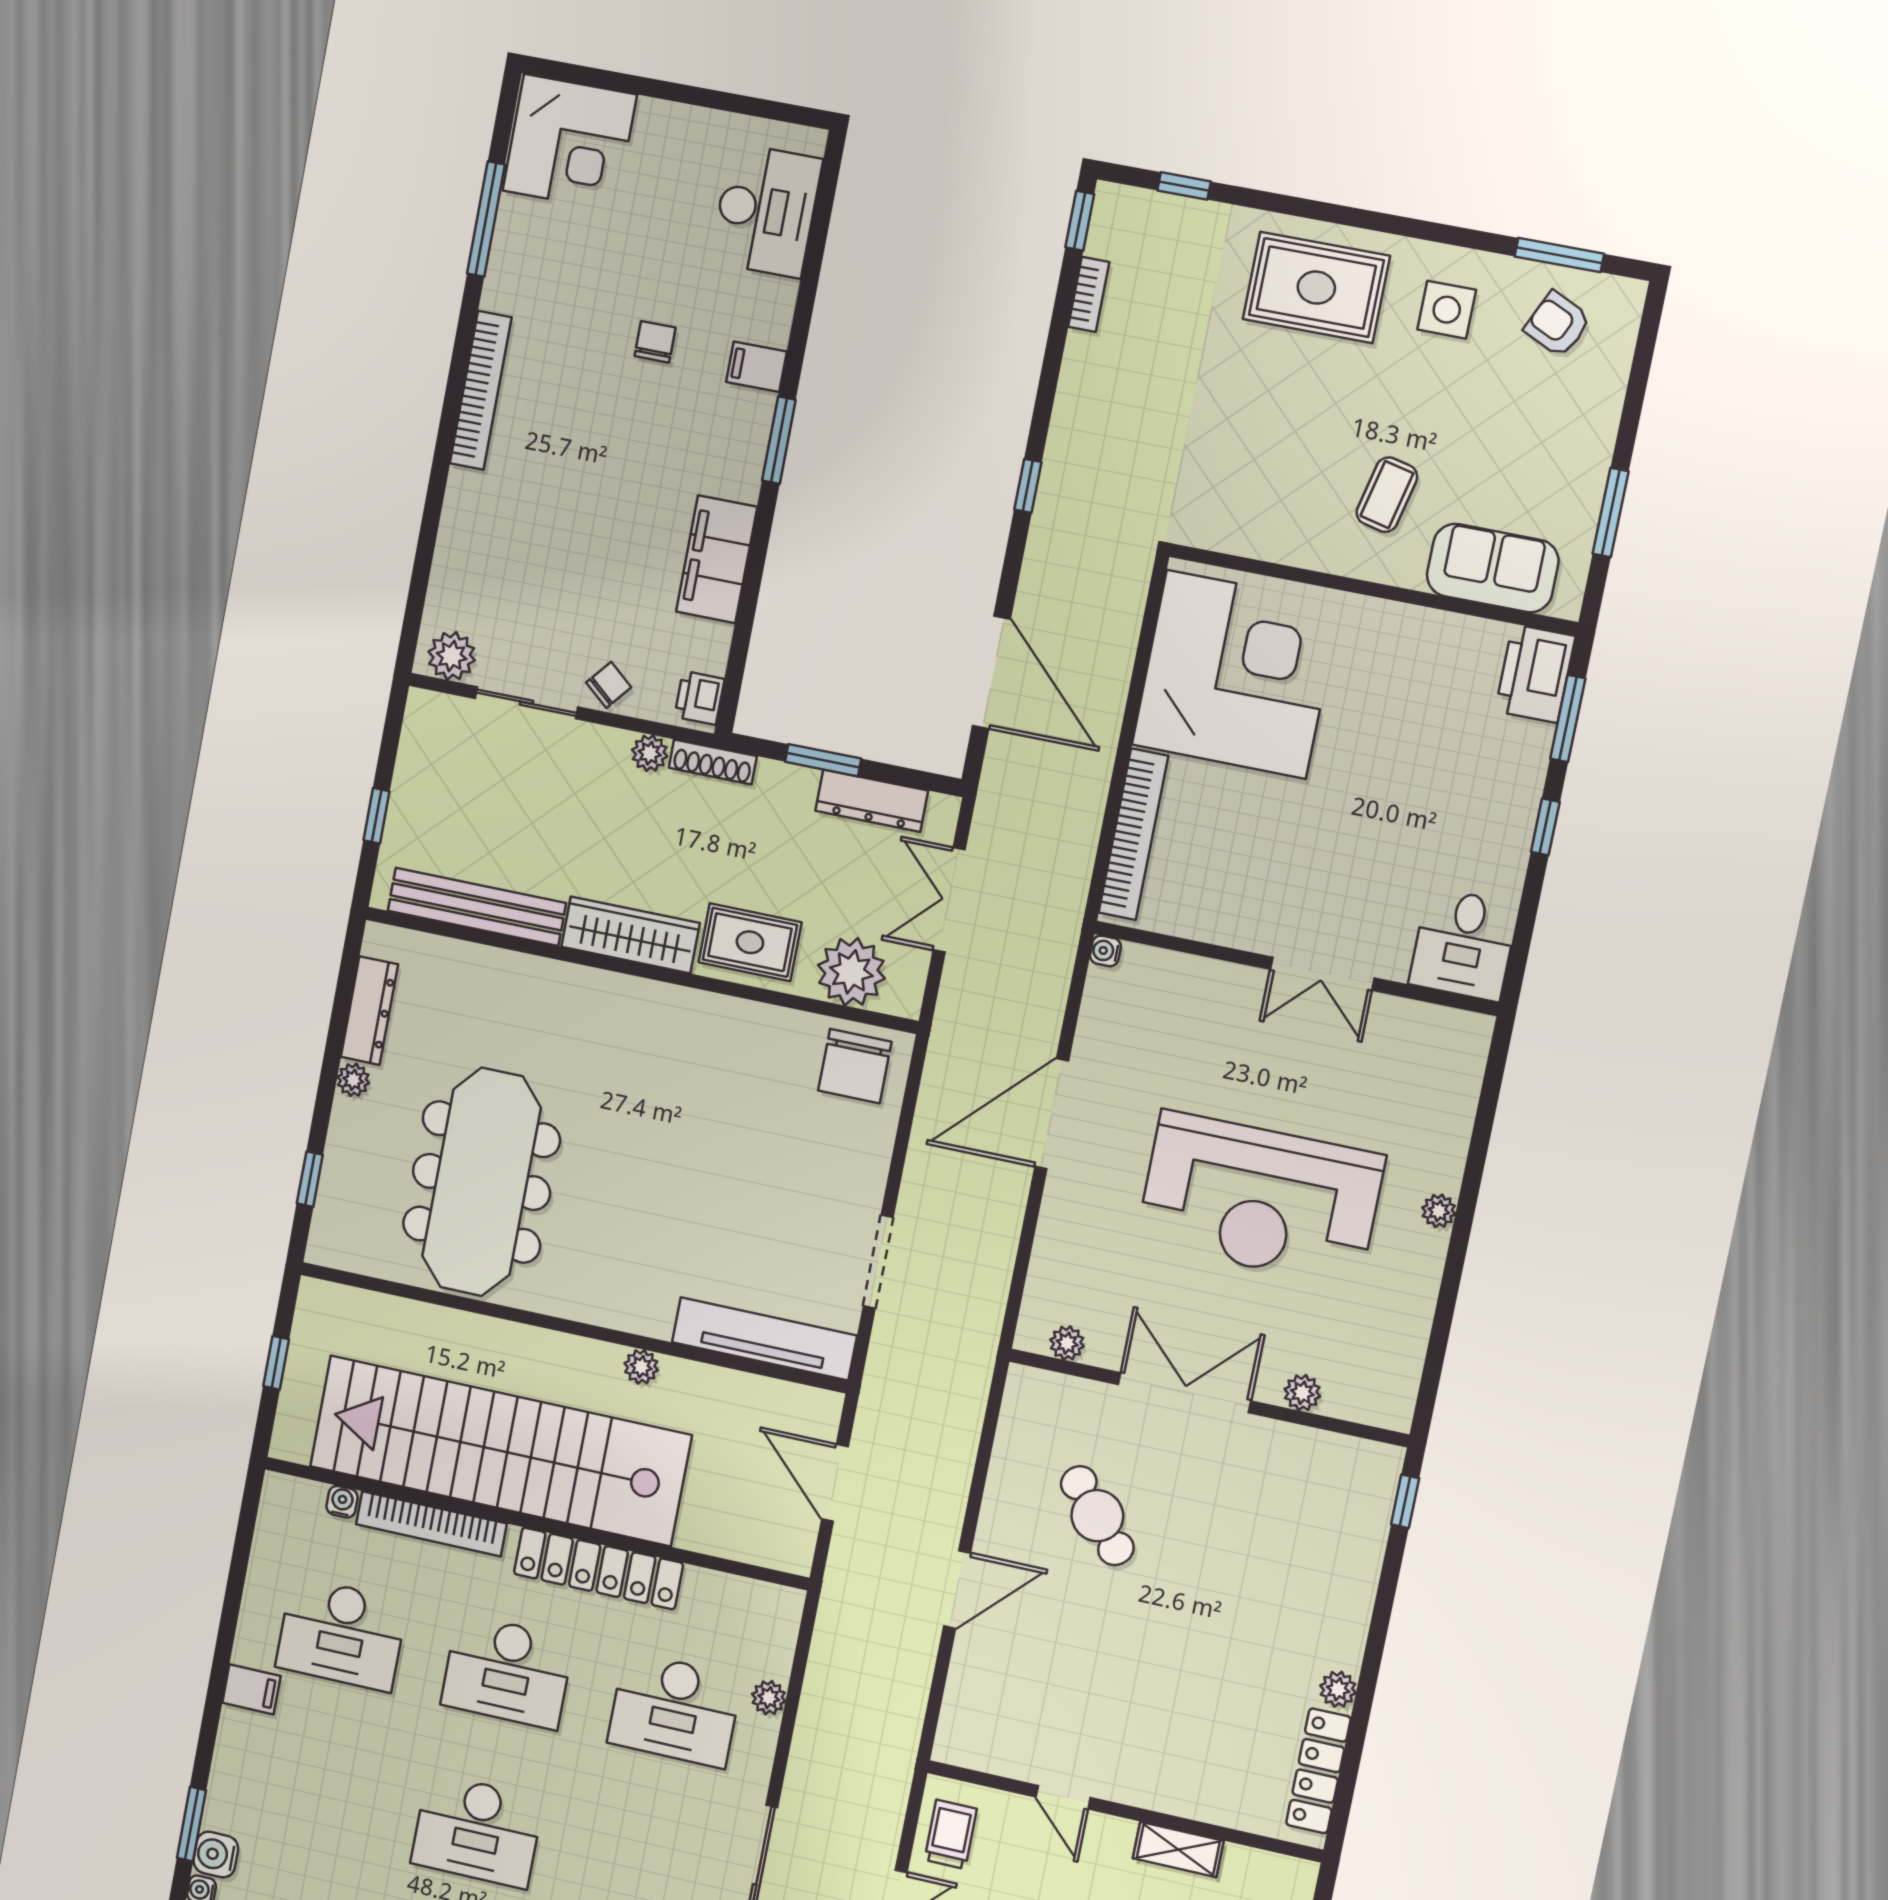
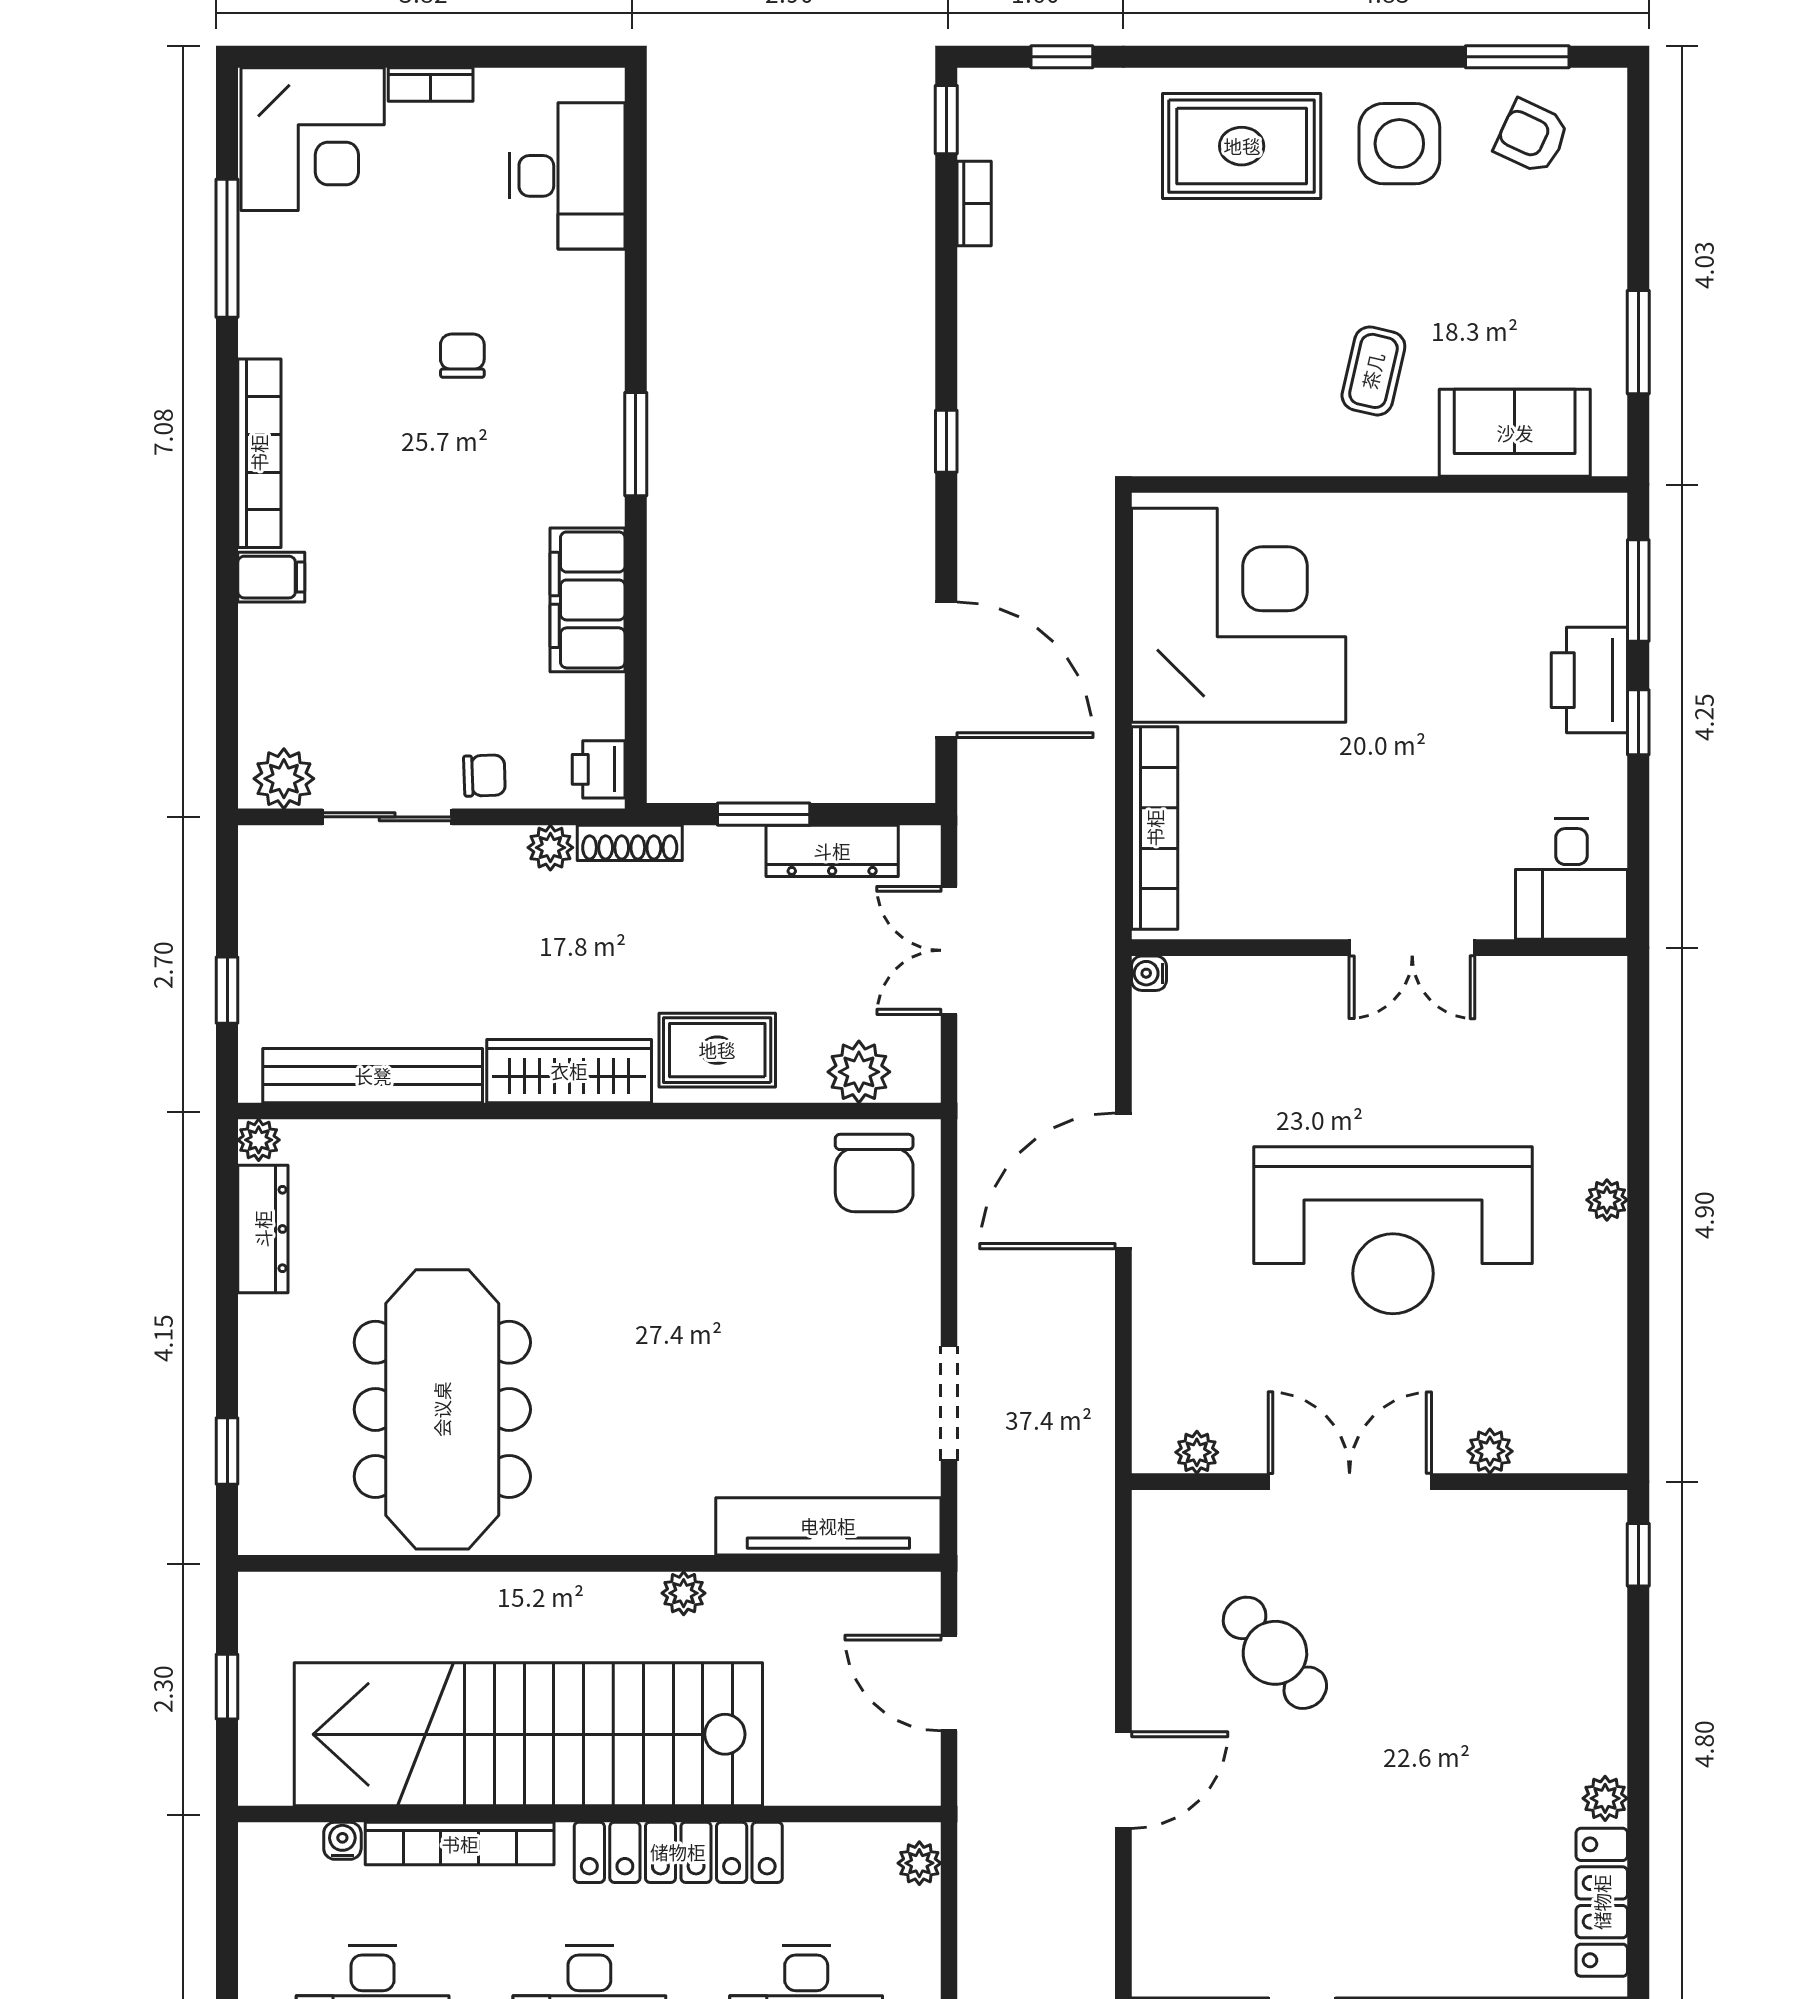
bookcase: (672, 115) -> (431, 85), added
side table: (1447, 310) -> (1399, 144), width x1.37, depth x1.37
filing cabinet: (756, 367) -> (271, 577), moved, turned 180
printer: (1535, 674) -> (1589, 680), moved
chair: (609, 685) -> (484, 776), turned 48
plant: (851, 972) -> (859, 1072), width x0.73, depth x0.73
plant: (353, 1080) -> (259, 1140), moved
plant: (769, 1698) -> (919, 1863), moved

